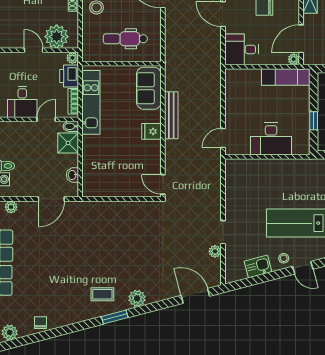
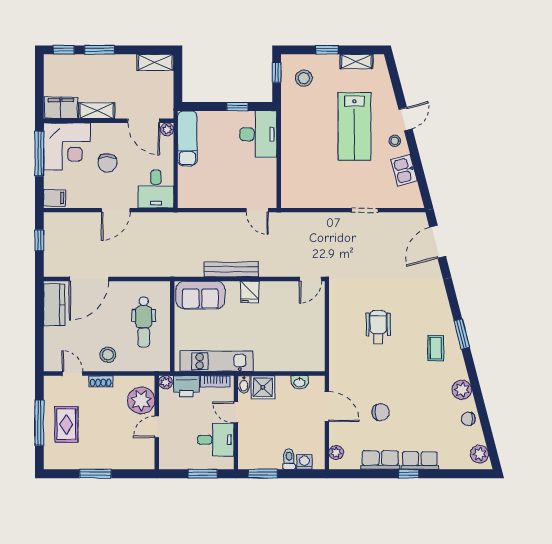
desk: (271, 139) -> (258, 134), moved
wheelchair: (121, 244) -> (378, 327), added
chair: (46, 246) -> (381, 412), added
plant: (215, 251) -> (387, 219), removed
plant: (137, 298) -> (462, 390), moved

